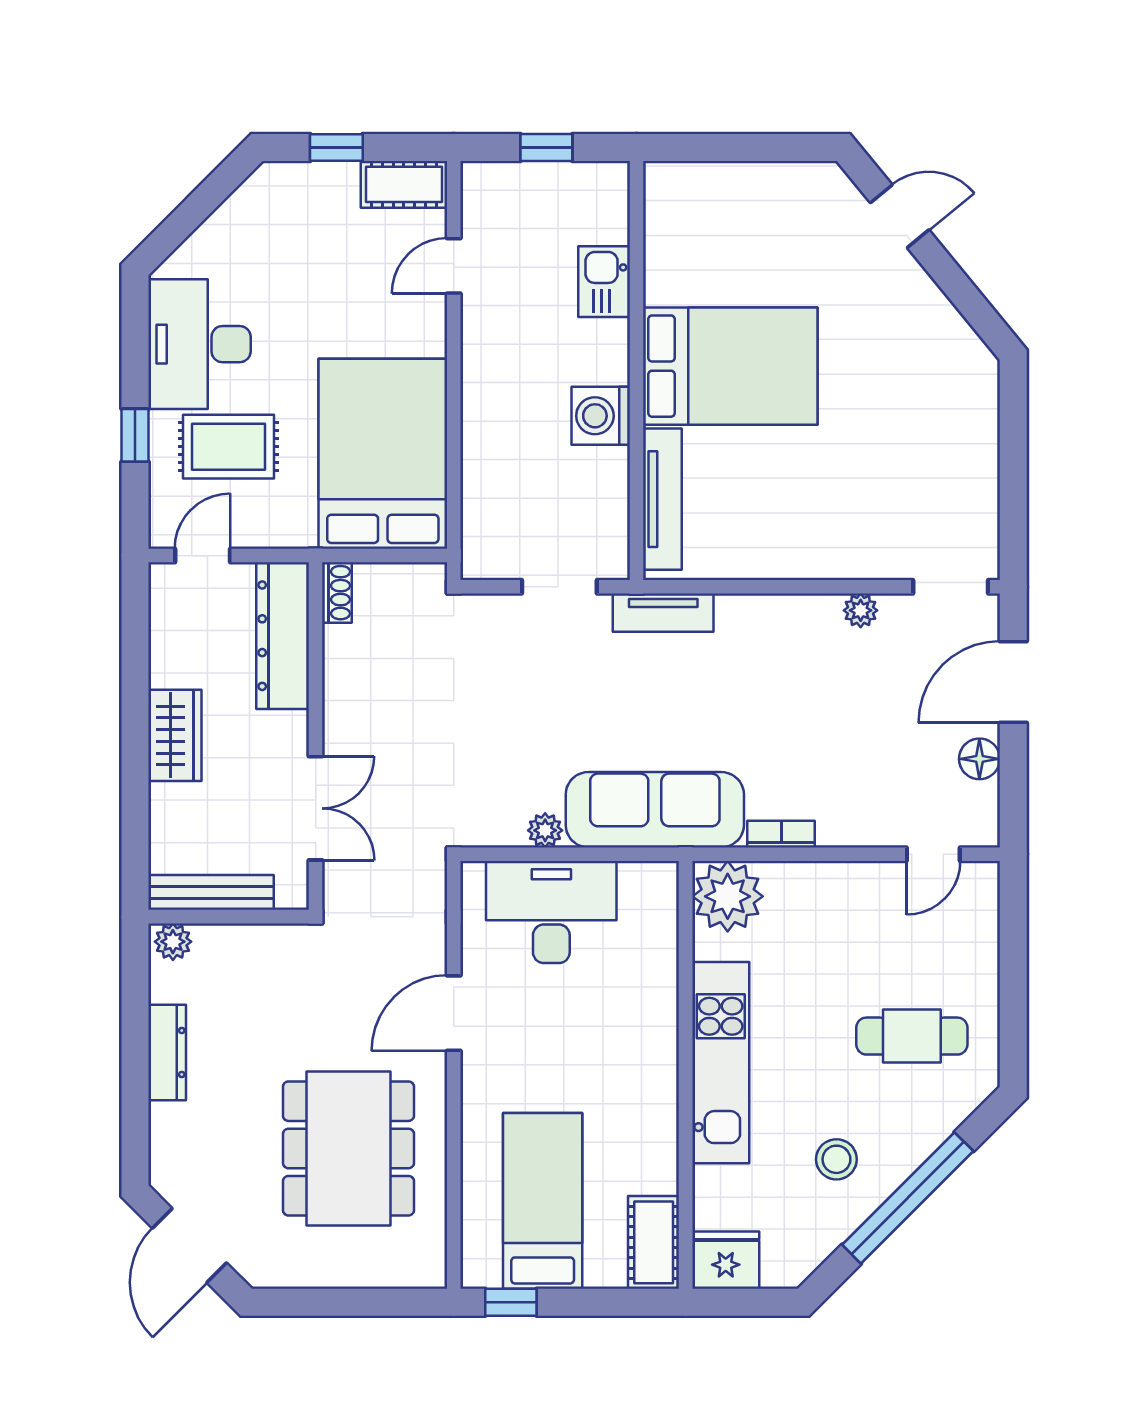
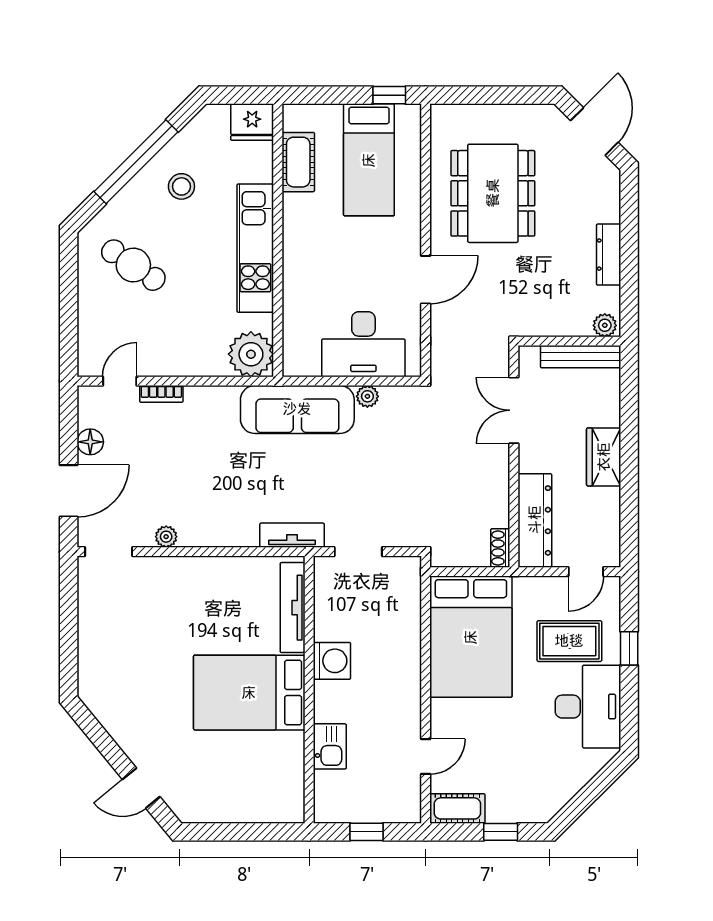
bookcase: (781, 834) -> (161, 394), moved
cafe table: (912, 1036) -> (133, 265), turned 34
cot: (654, 1242) -> (298, 162), moved

